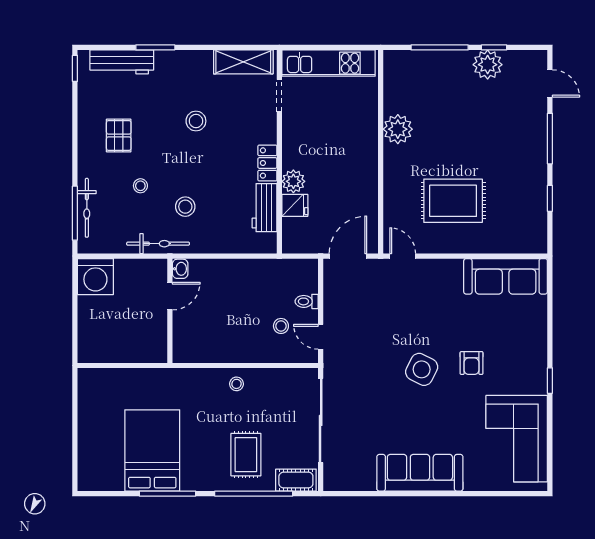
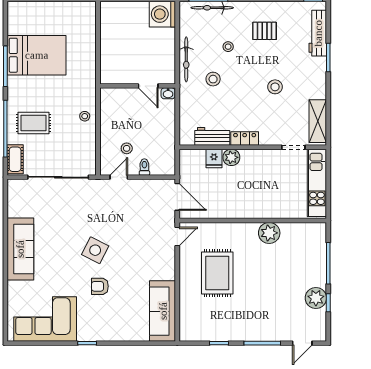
washbasin: (180, 269) -> (168, 93), moved
door: (170, 296) -> (148, 86), moved
wall: (170, 311) -> (138, 86), moved

